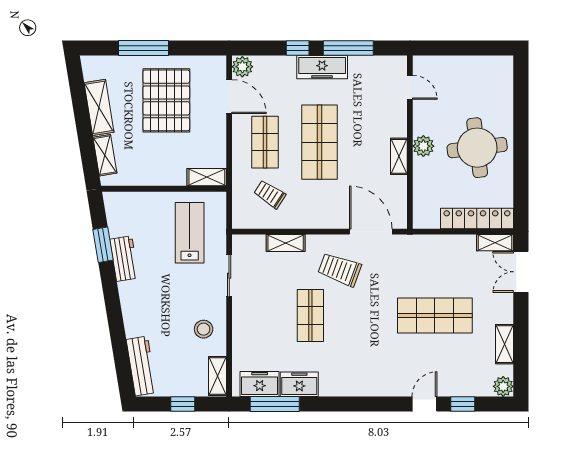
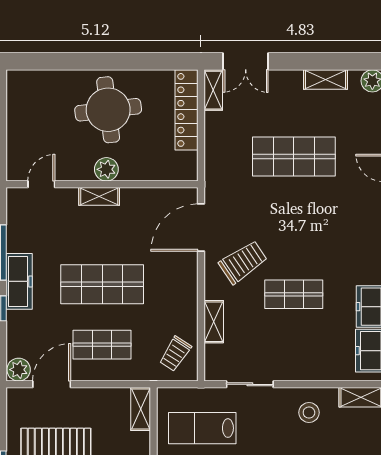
shelving: (399, 156) -> (99, 196), moved
trolley: (270, 194) -> (175, 354), moved
trolley: (340, 270) -> (243, 262), turned -144
shop shelf: (435, 315) -> (294, 157), turned 90

